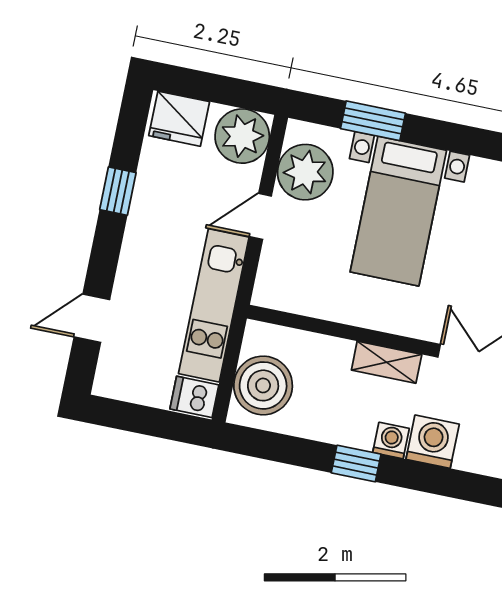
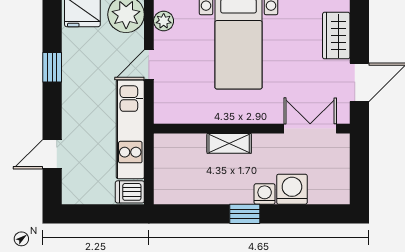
plant: (305, 172) -> (164, 21), width x0.53, depth x0.53
shelving: (387, 362) -> (229, 143), moved
boiler: (263, 385) -> (173, 175), removed

